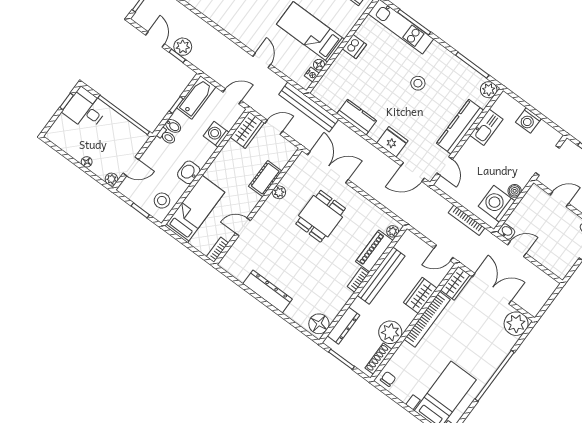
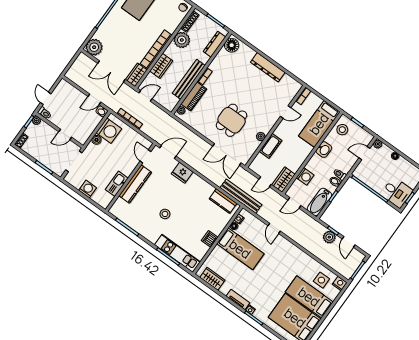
plant: (489, 90) -> (116, 210), removed
kitchen counter: (357, 117) -> (223, 201), moved

